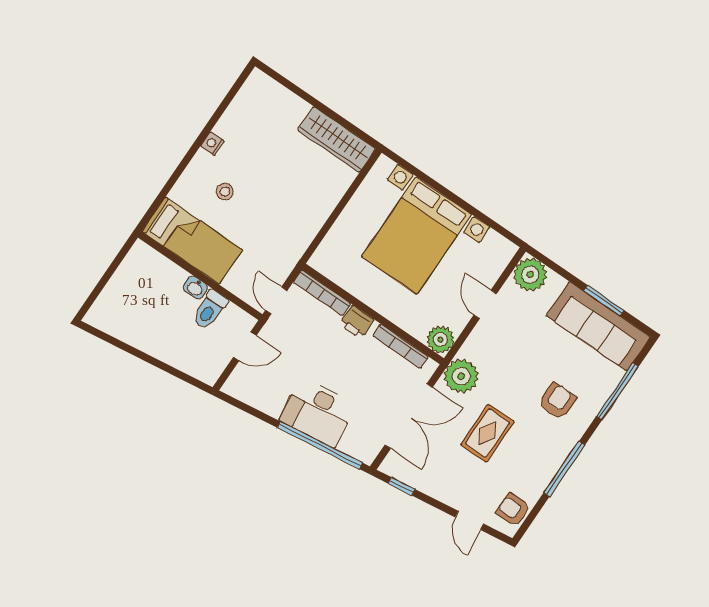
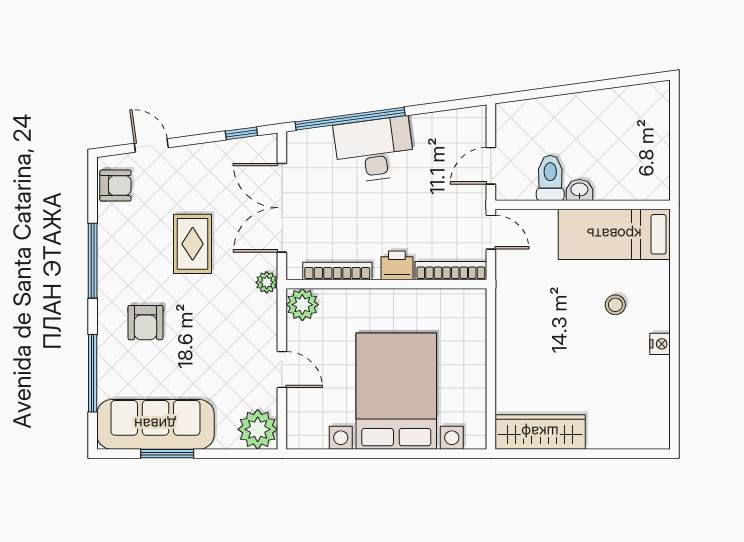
plant: (461, 376) -> (267, 282), width x0.53, depth x0.53

